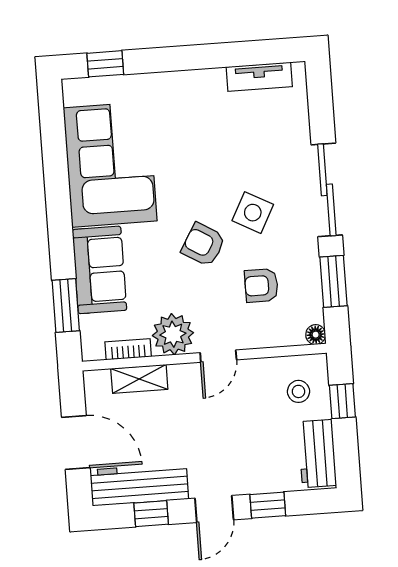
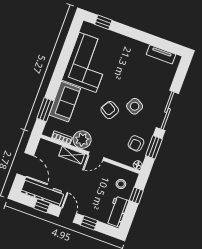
armchair: (261, 286) -> (136, 143), moved, turned -84
shelving: (139, 379) -> (72, 155), moved
door: (214, 509) -> (67, 215), swing flipped

